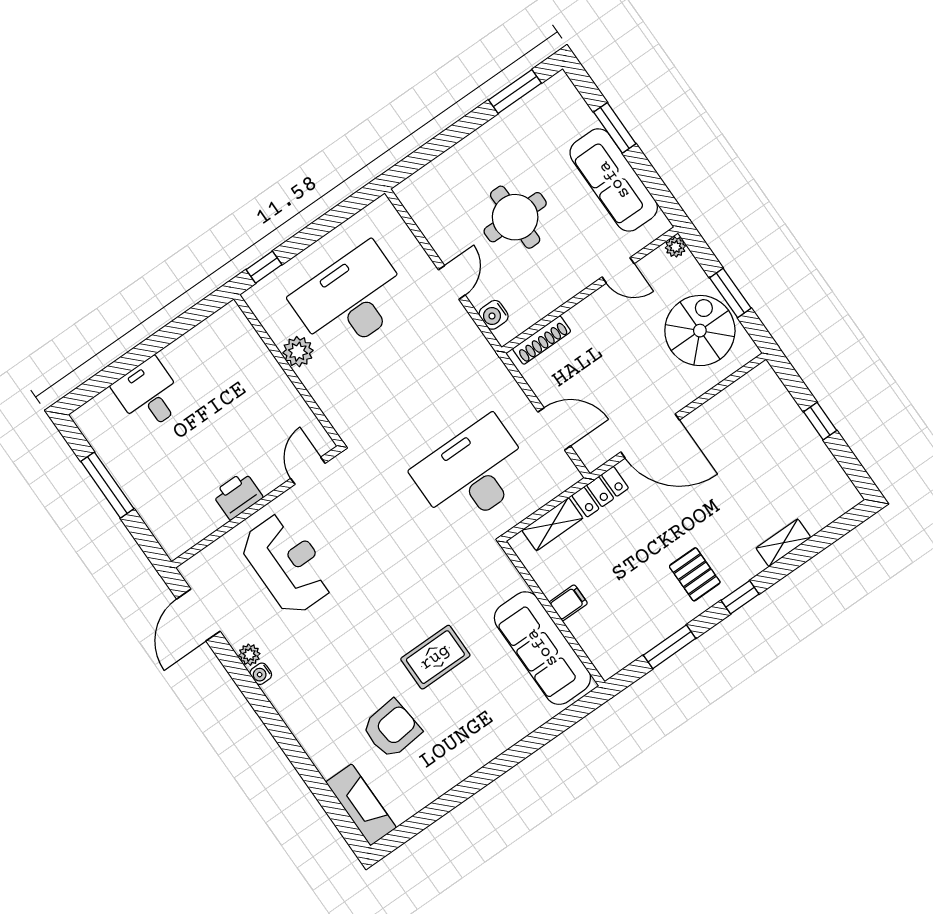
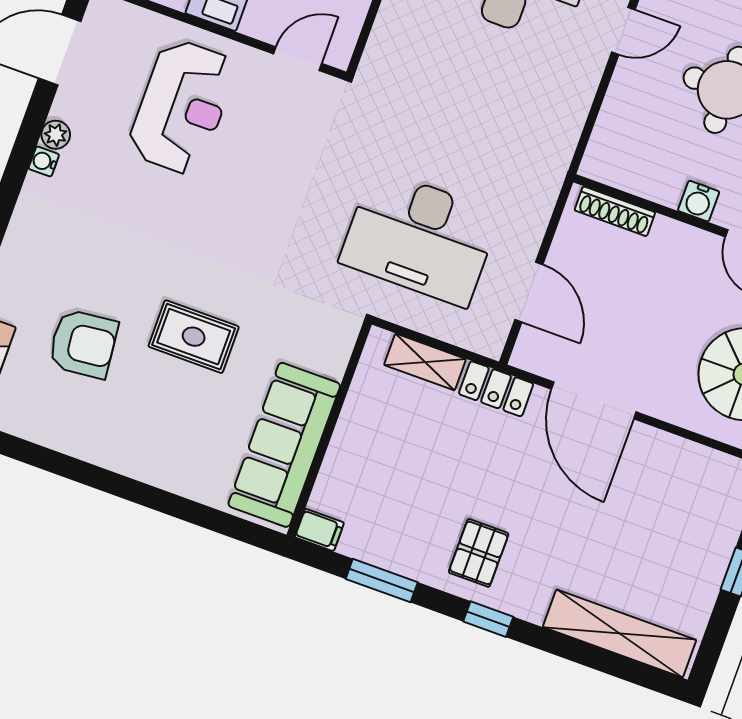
door: (452, 282) -> (623, 31), moved
water cooler: (494, 315) -> (699, 201), moved, turned -90
desk: (473, 473) -> (420, 237), turned 180
shelving: (783, 543) -> (620, 633), width x2.20, depth x1.33
filing cabinet: (568, 603) -> (319, 530), moved

